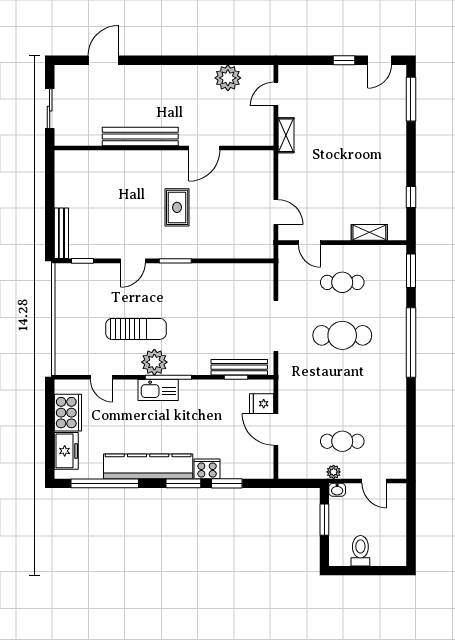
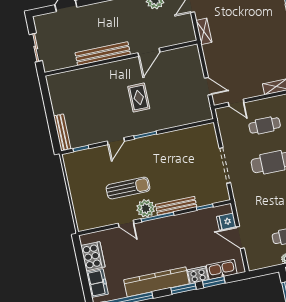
bench: (239, 367) -> (176, 206), moved
door: (101, 377) -> (126, 224), moved
kitchen sink: (158, 390) -> (222, 269), moved, turned 180

